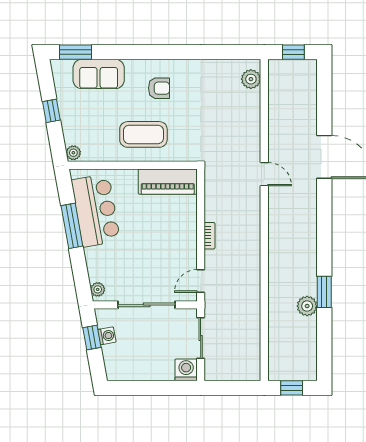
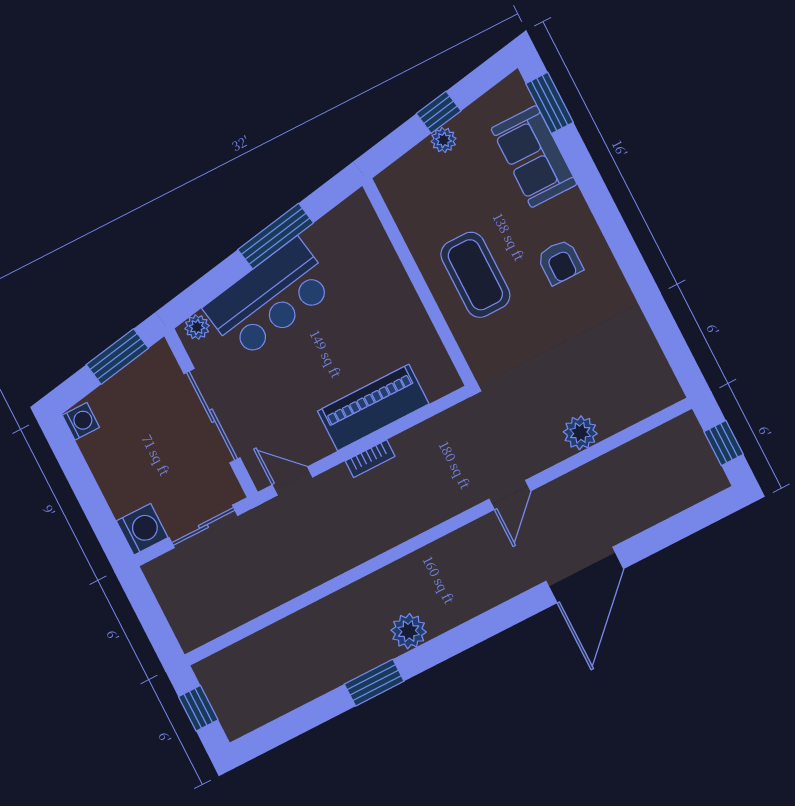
plant: (251, 79) -> (580, 433), moved
plant: (73, 153) -> (444, 140), moved
piano: (168, 182) -> (373, 407), moved, turned 90
bar counter: (96, 210) -> (270, 298), moved
plant: (307, 306) -> (409, 631), moved
washing machine: (107, 336) -> (81, 421), moved, turned -80
window: (92, 338) -> (117, 356), width x1.50

